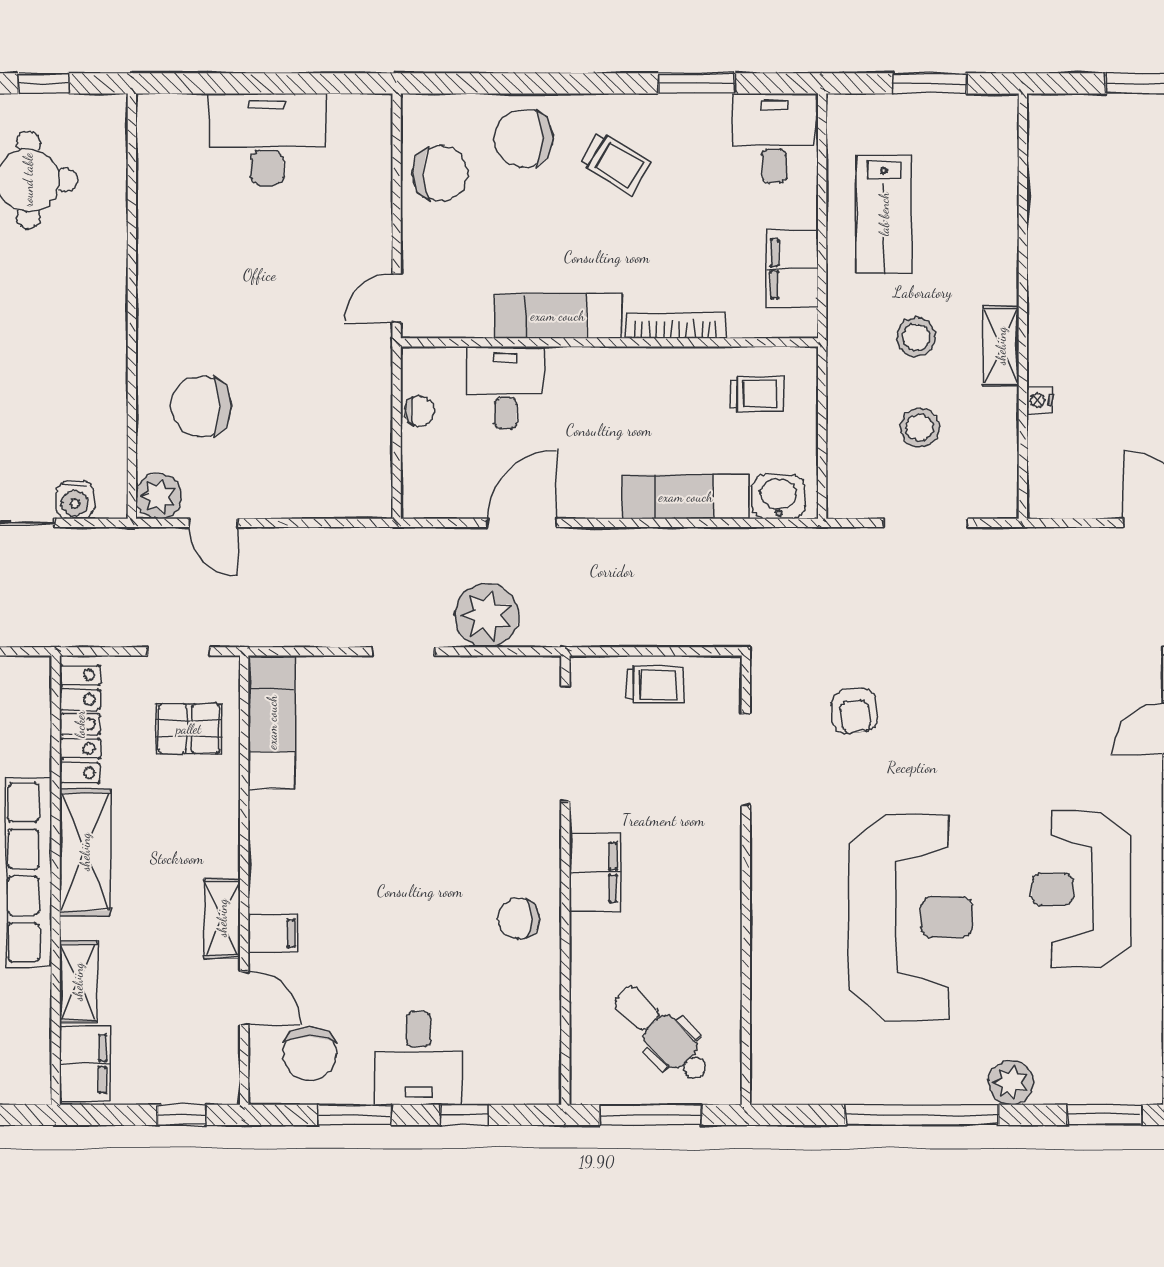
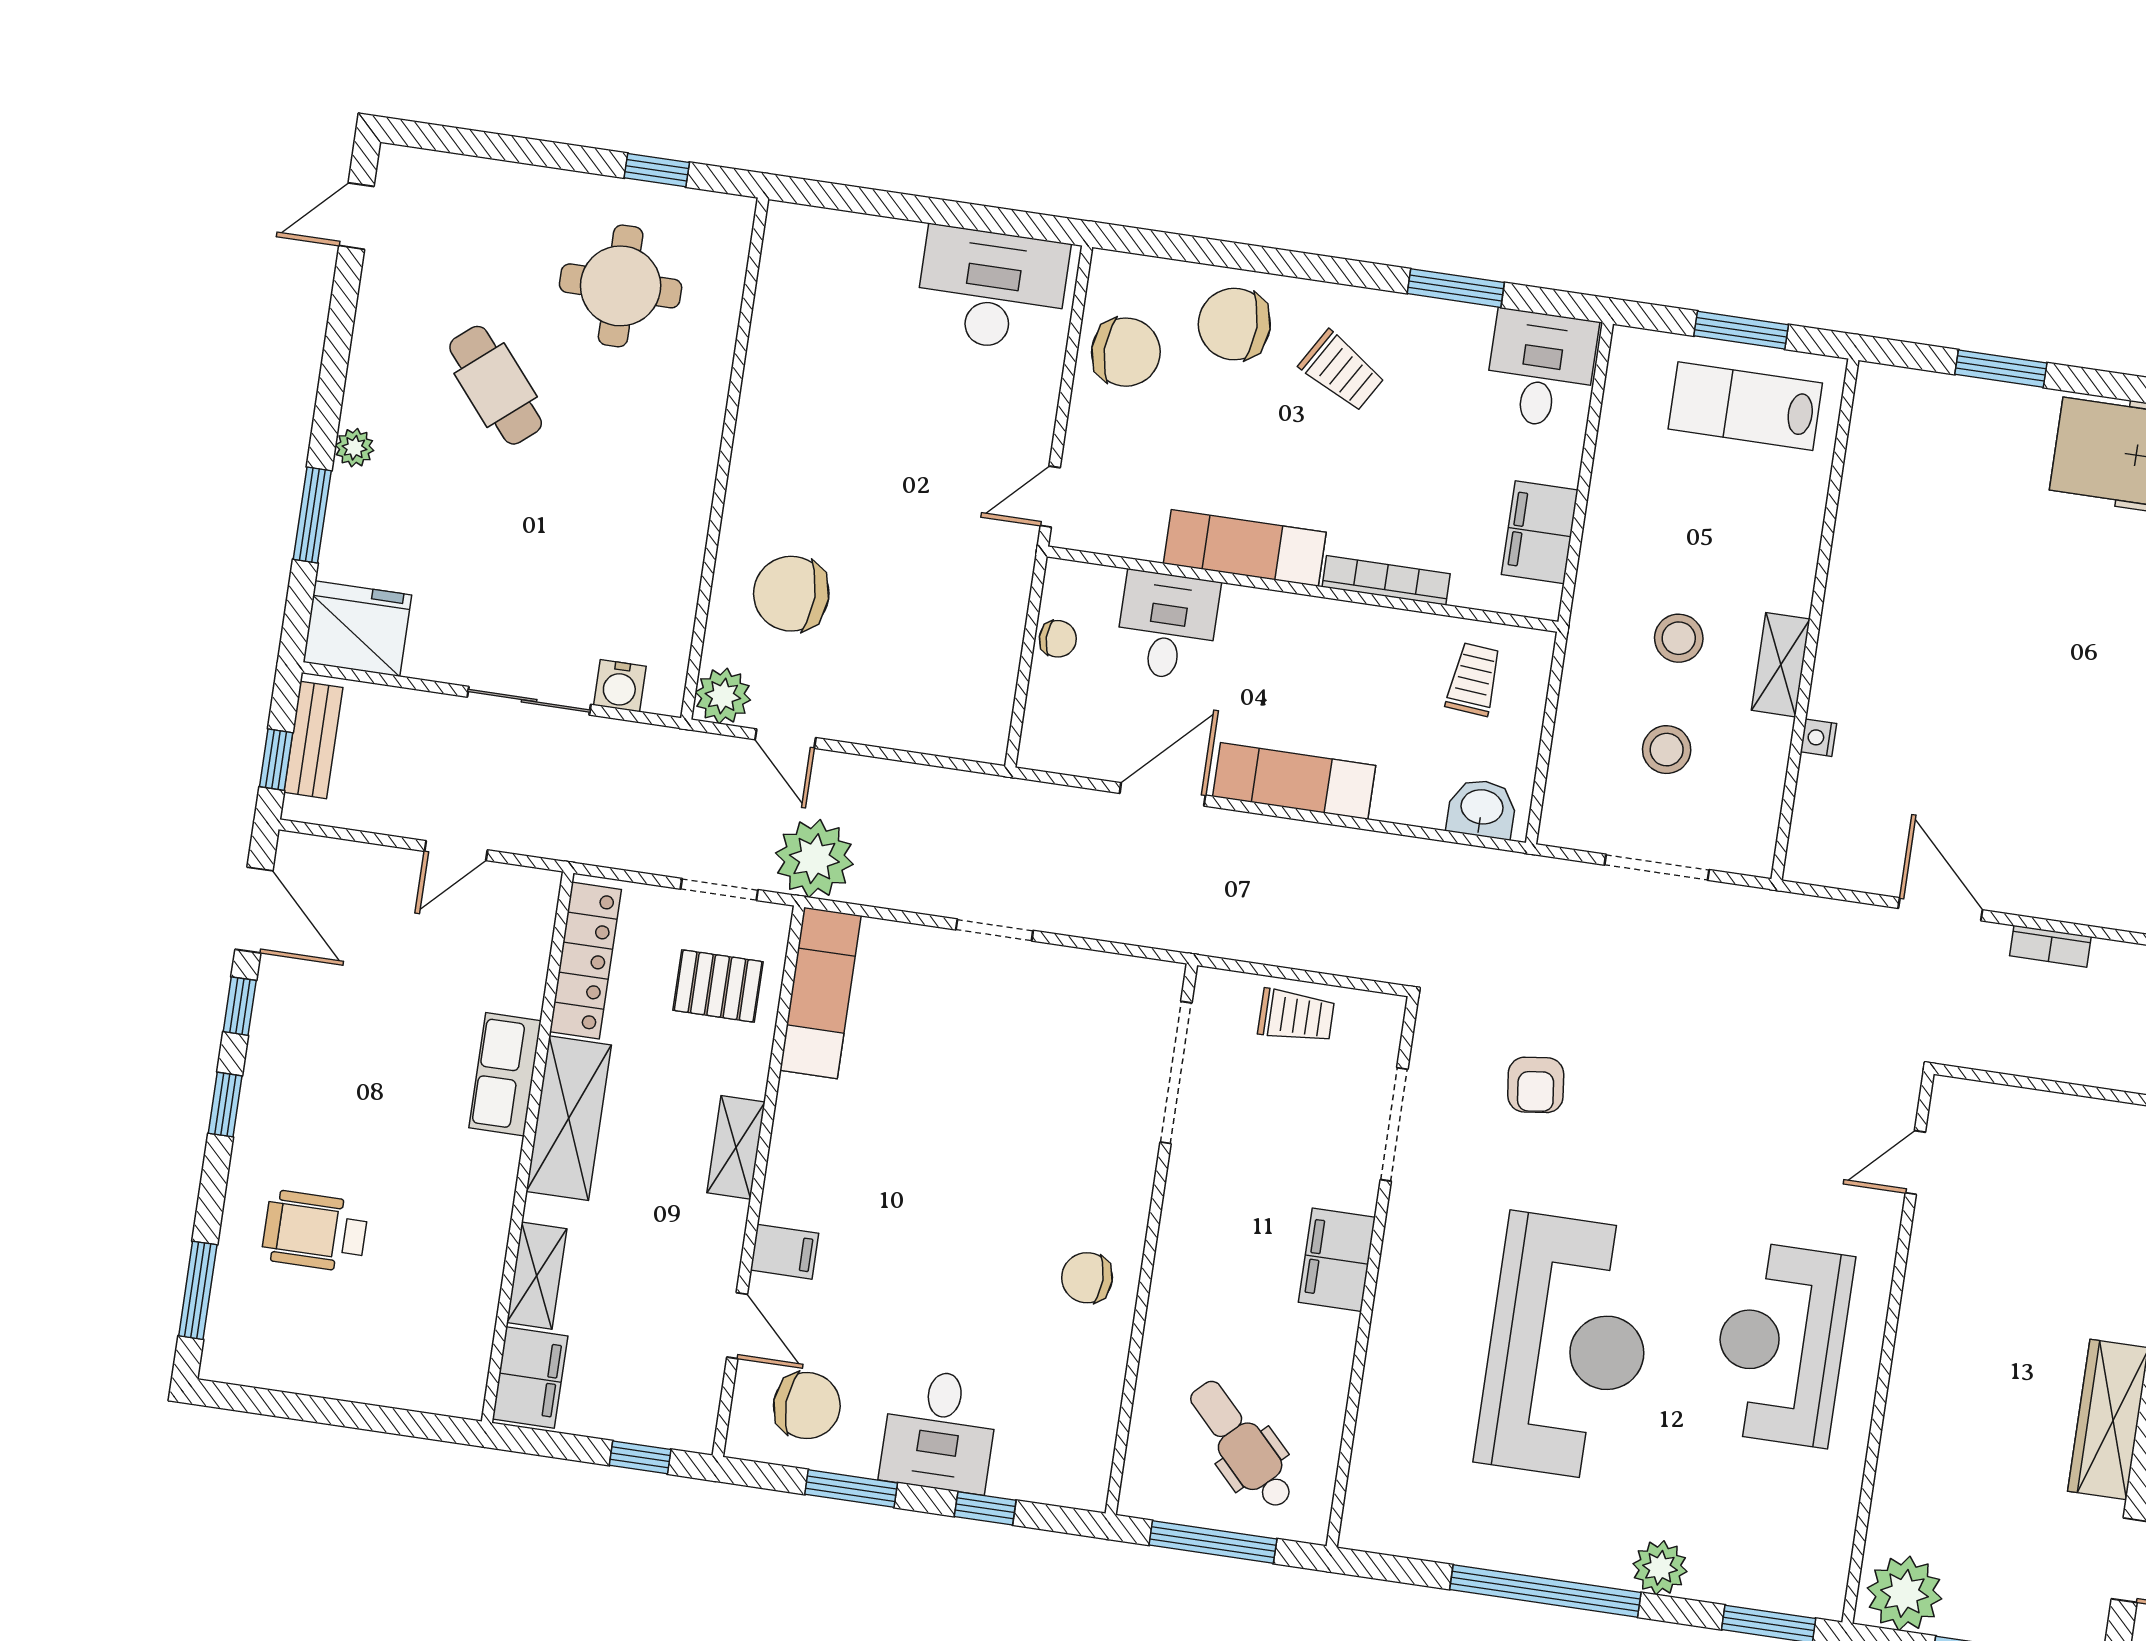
desk: (267, 139) -> (992, 289), moved
lab bench: (884, 214) -> (1745, 406), moved, turned 90
trolley: (757, 394) -> (1474, 679), turned -85
exam couch: (686, 497) -> (1294, 781), moved
plant: (487, 615) -> (814, 859), moved
row of seats: (29, 872) -> (505, 1074), width x0.50
filing cabinet: (595, 872) -> (1337, 1260), moved, turned 180
shelving: (222, 918) -> (736, 1147), moved
chair: (309, 1054) -> (807, 1406), turned -88

